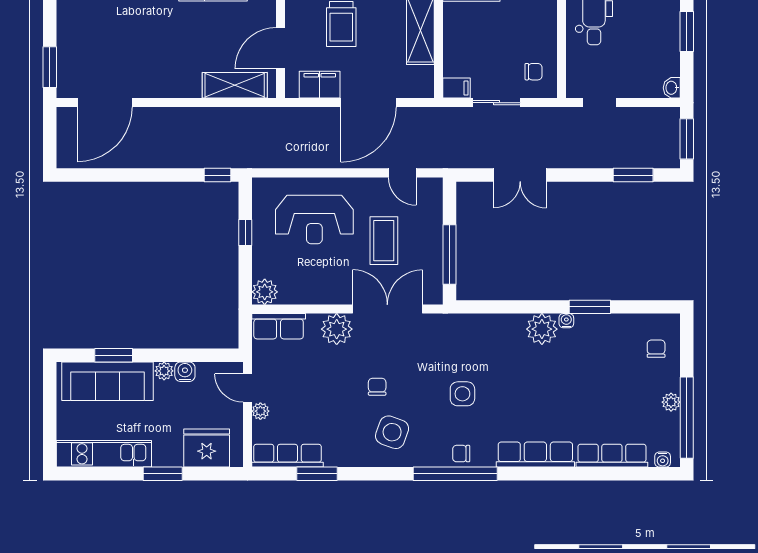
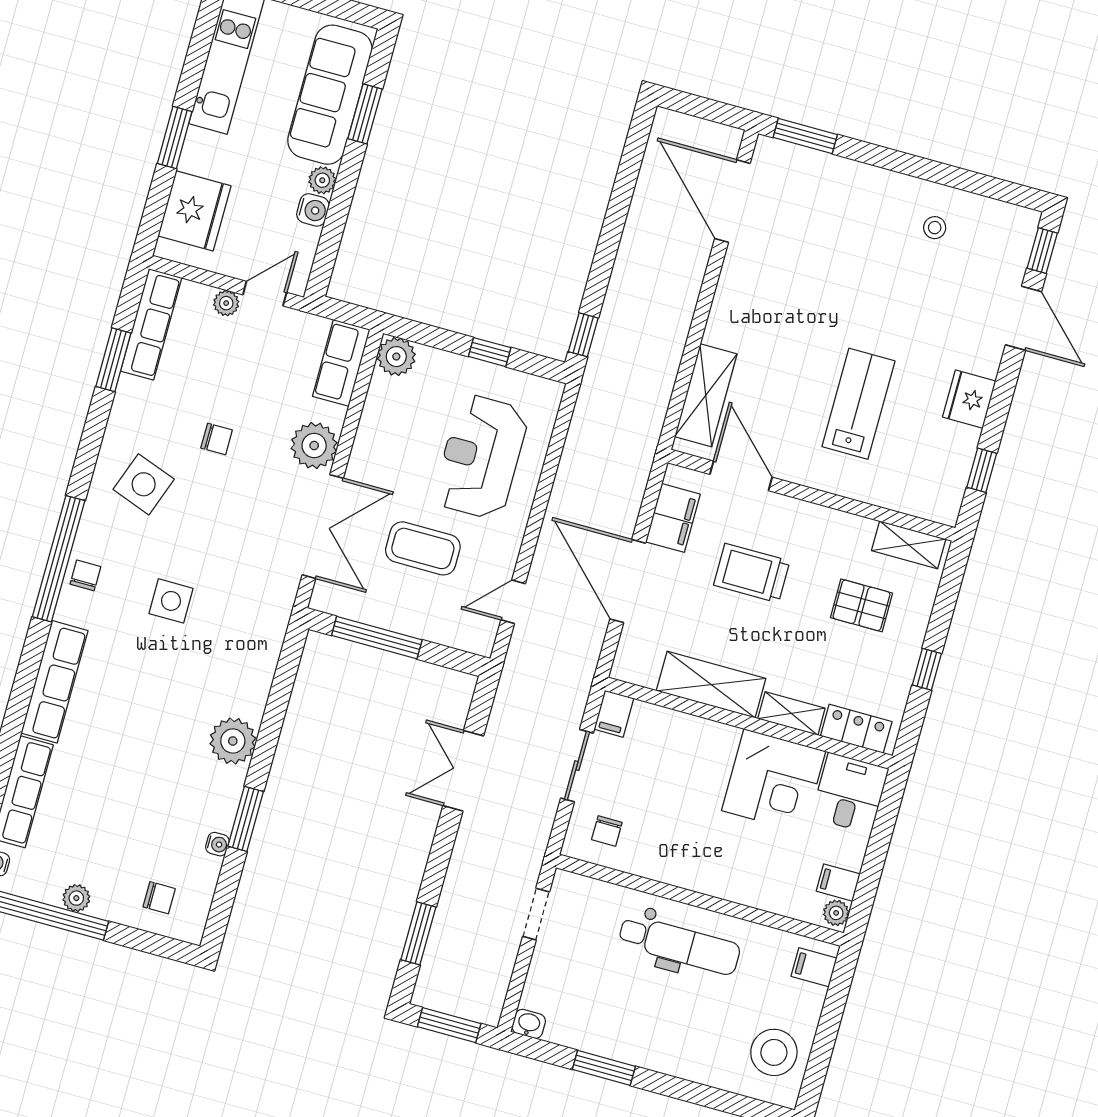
water cooler: (566, 321) -> (217, 844), moved
chair: (377, 387) -> (217, 439), moved

